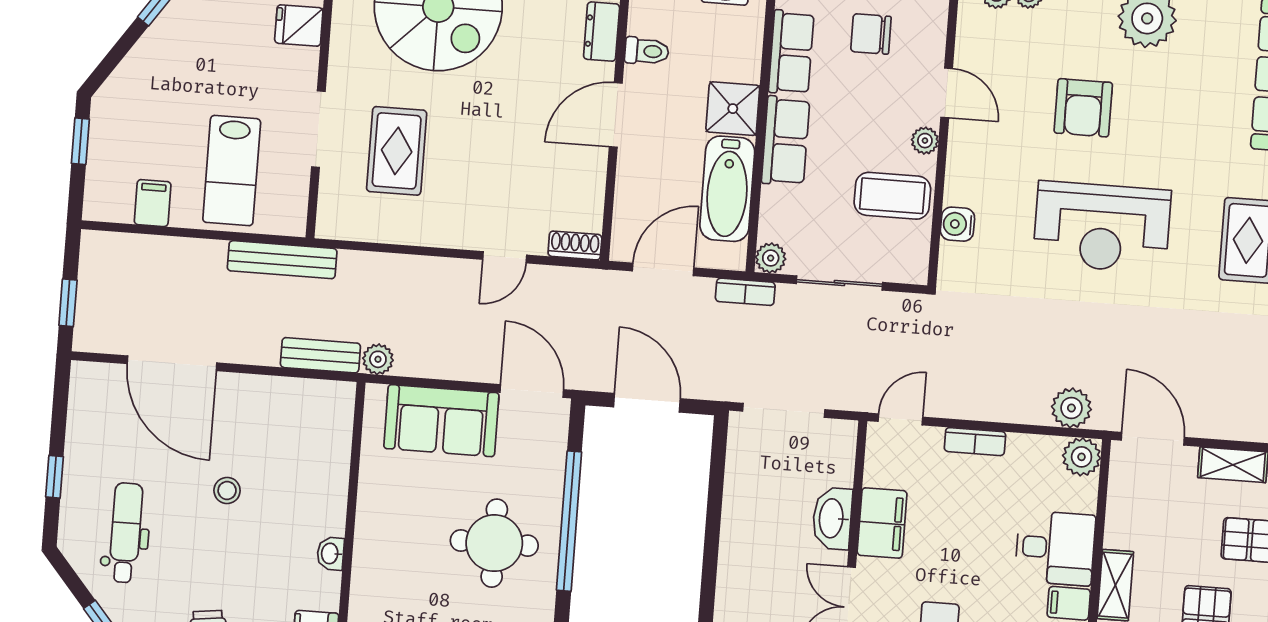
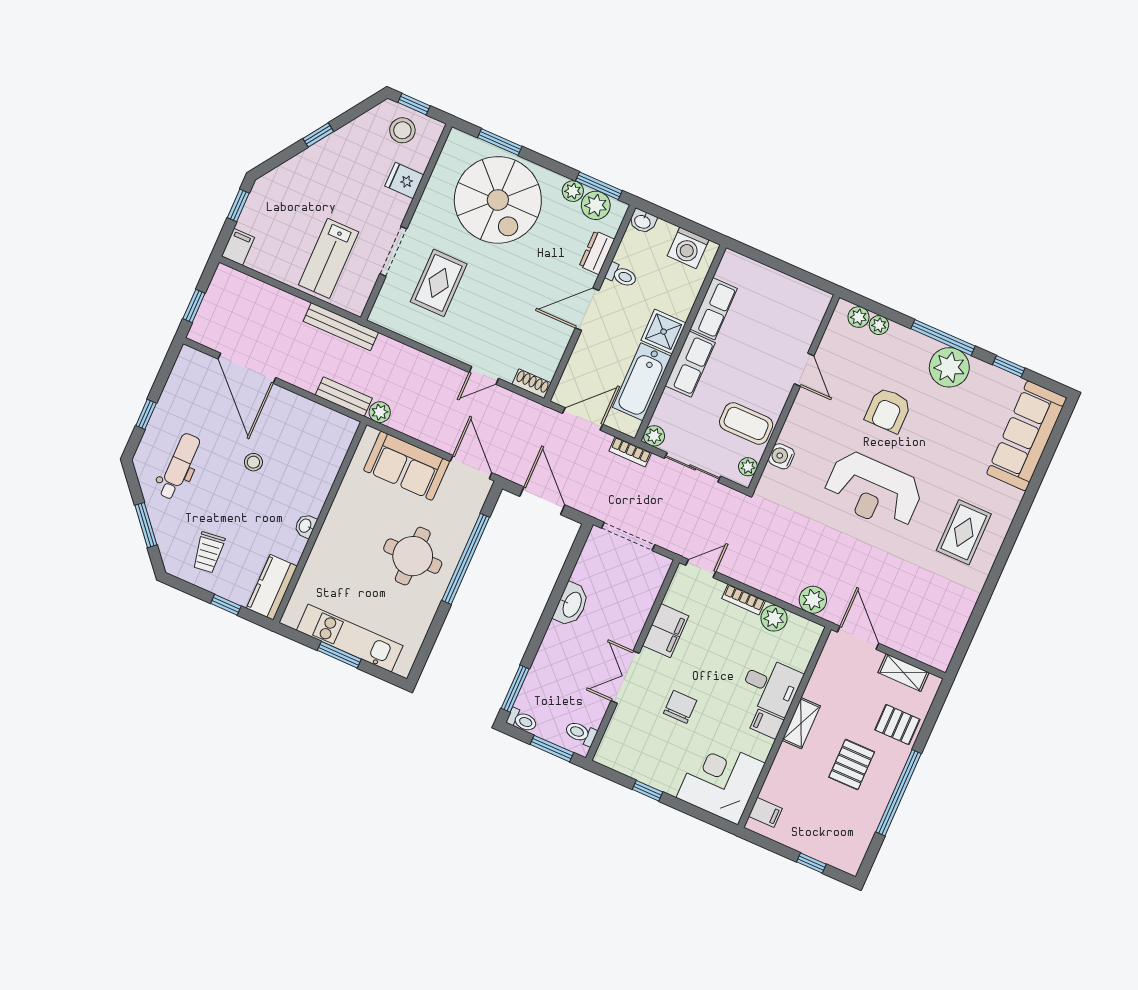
chair: (871, 34) -> (769, 315), removed
plant: (925, 141) -> (748, 467), moved
filing cabinet: (153, 203) -> (238, 247), moved
plant: (1082, 457) -> (774, 618), moved
washbasin: (832, 518) -> (571, 604), moved, turned 180

